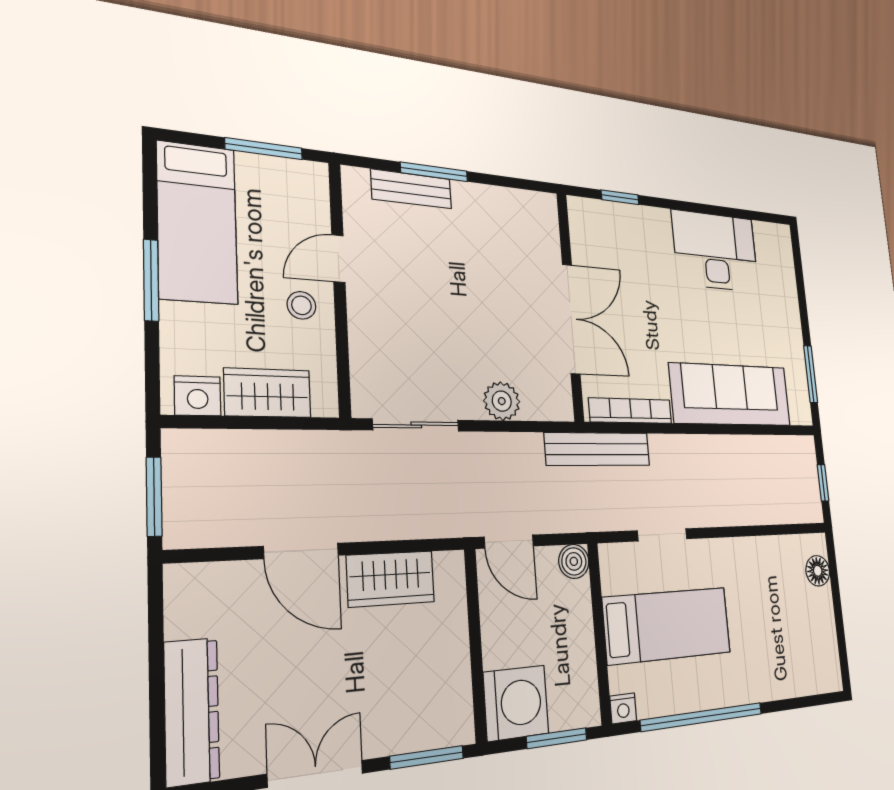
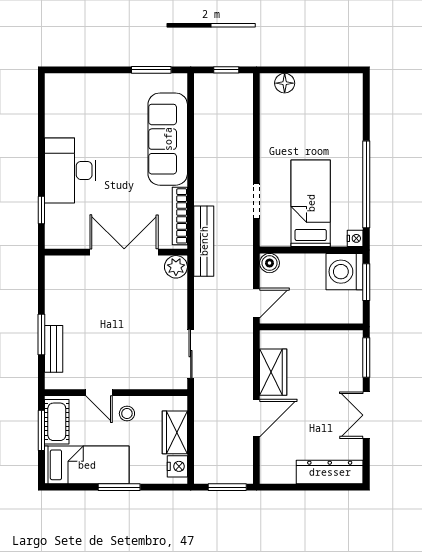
cot: (281, 178) -> (57, 422), added
desk: (716, 251) -> (70, 170), moved
plant: (502, 401) -> (176, 267), moved
washing machine: (516, 703) -> (345, 272), moved, turned -90

